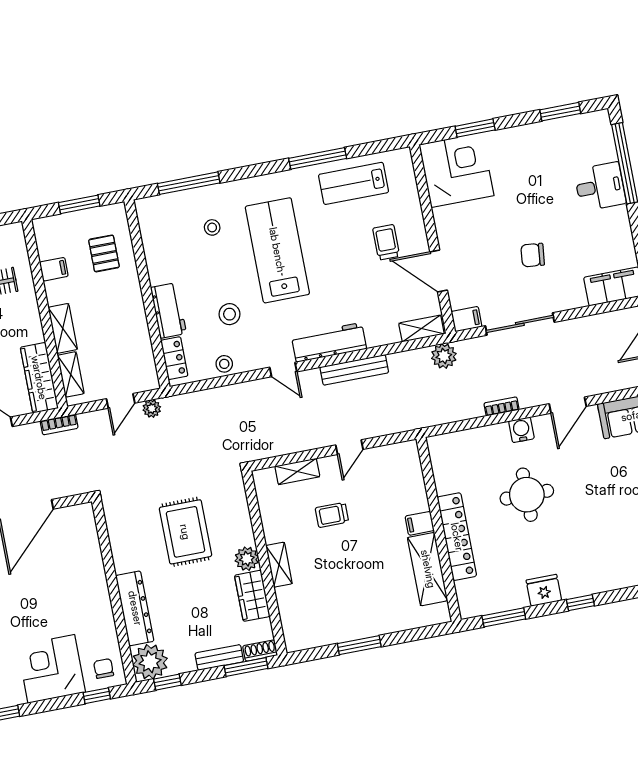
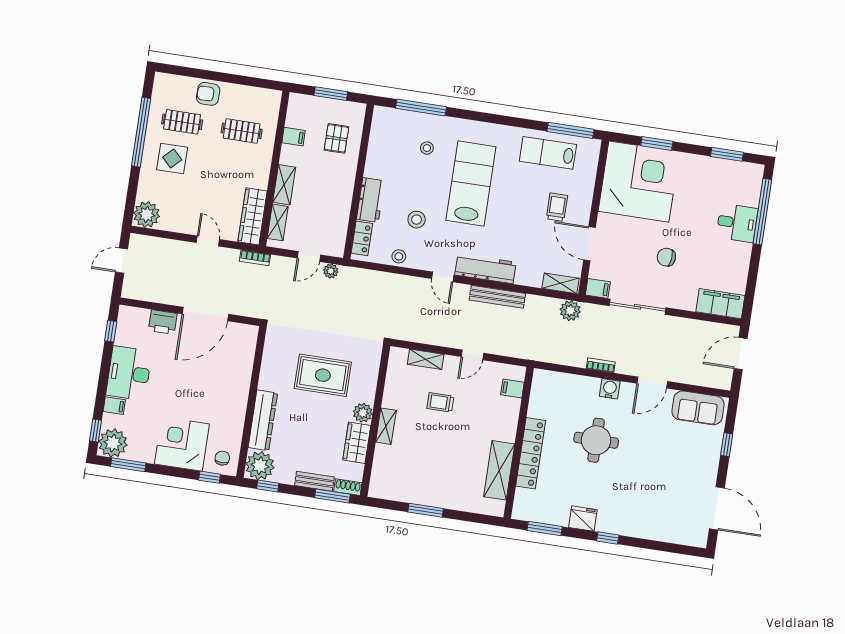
window: (318, 158) -> (570, 130), moved
corner desk: (456, 170) -> (639, 182), width x1.36, depth x1.36
filing cabinet: (420, 523) -> (512, 388), moved
rug: (185, 532) -> (323, 375), turned 90

